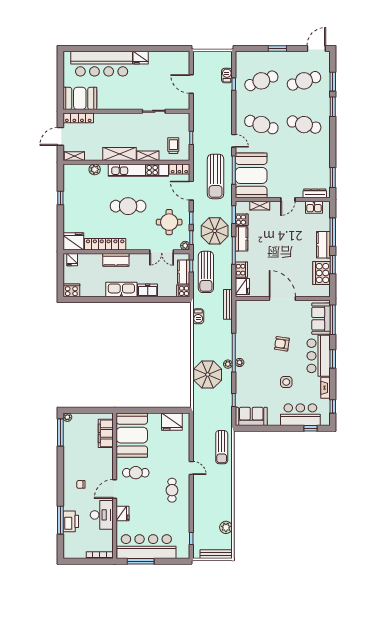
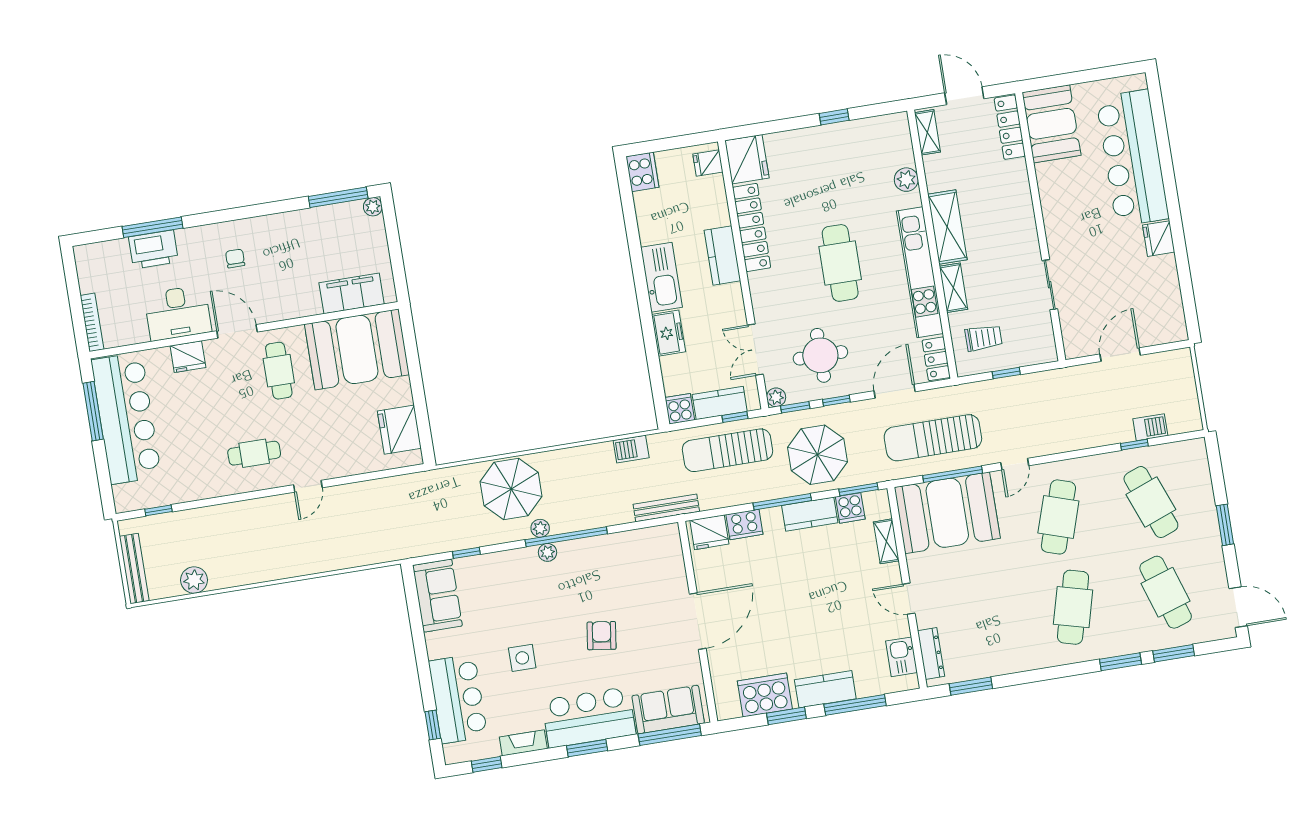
sun lounger: (222, 447) -> (362, 544), removed

